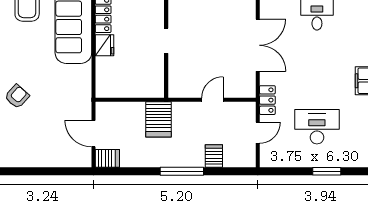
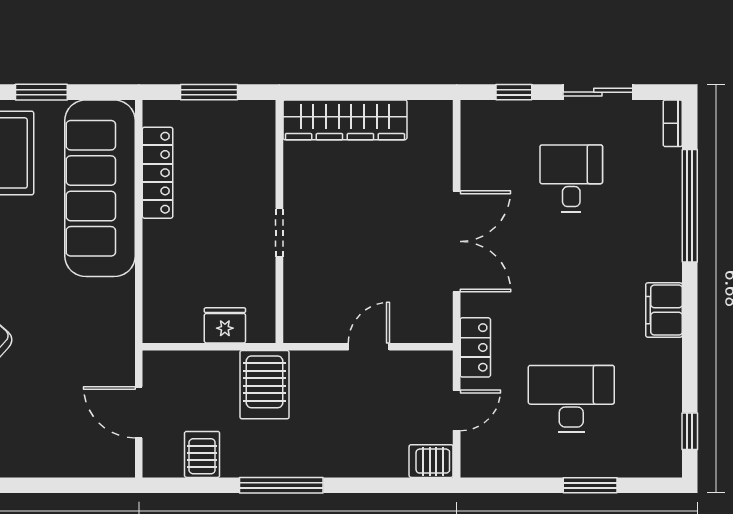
fridge: (104, 45) -> (225, 325), moved, turned -90
server rack: (214, 156) -> (431, 461), moved, turned -90
server rack: (107, 158) -> (202, 454), moved, turned -90
window: (182, 171) -> (281, 485), moved

